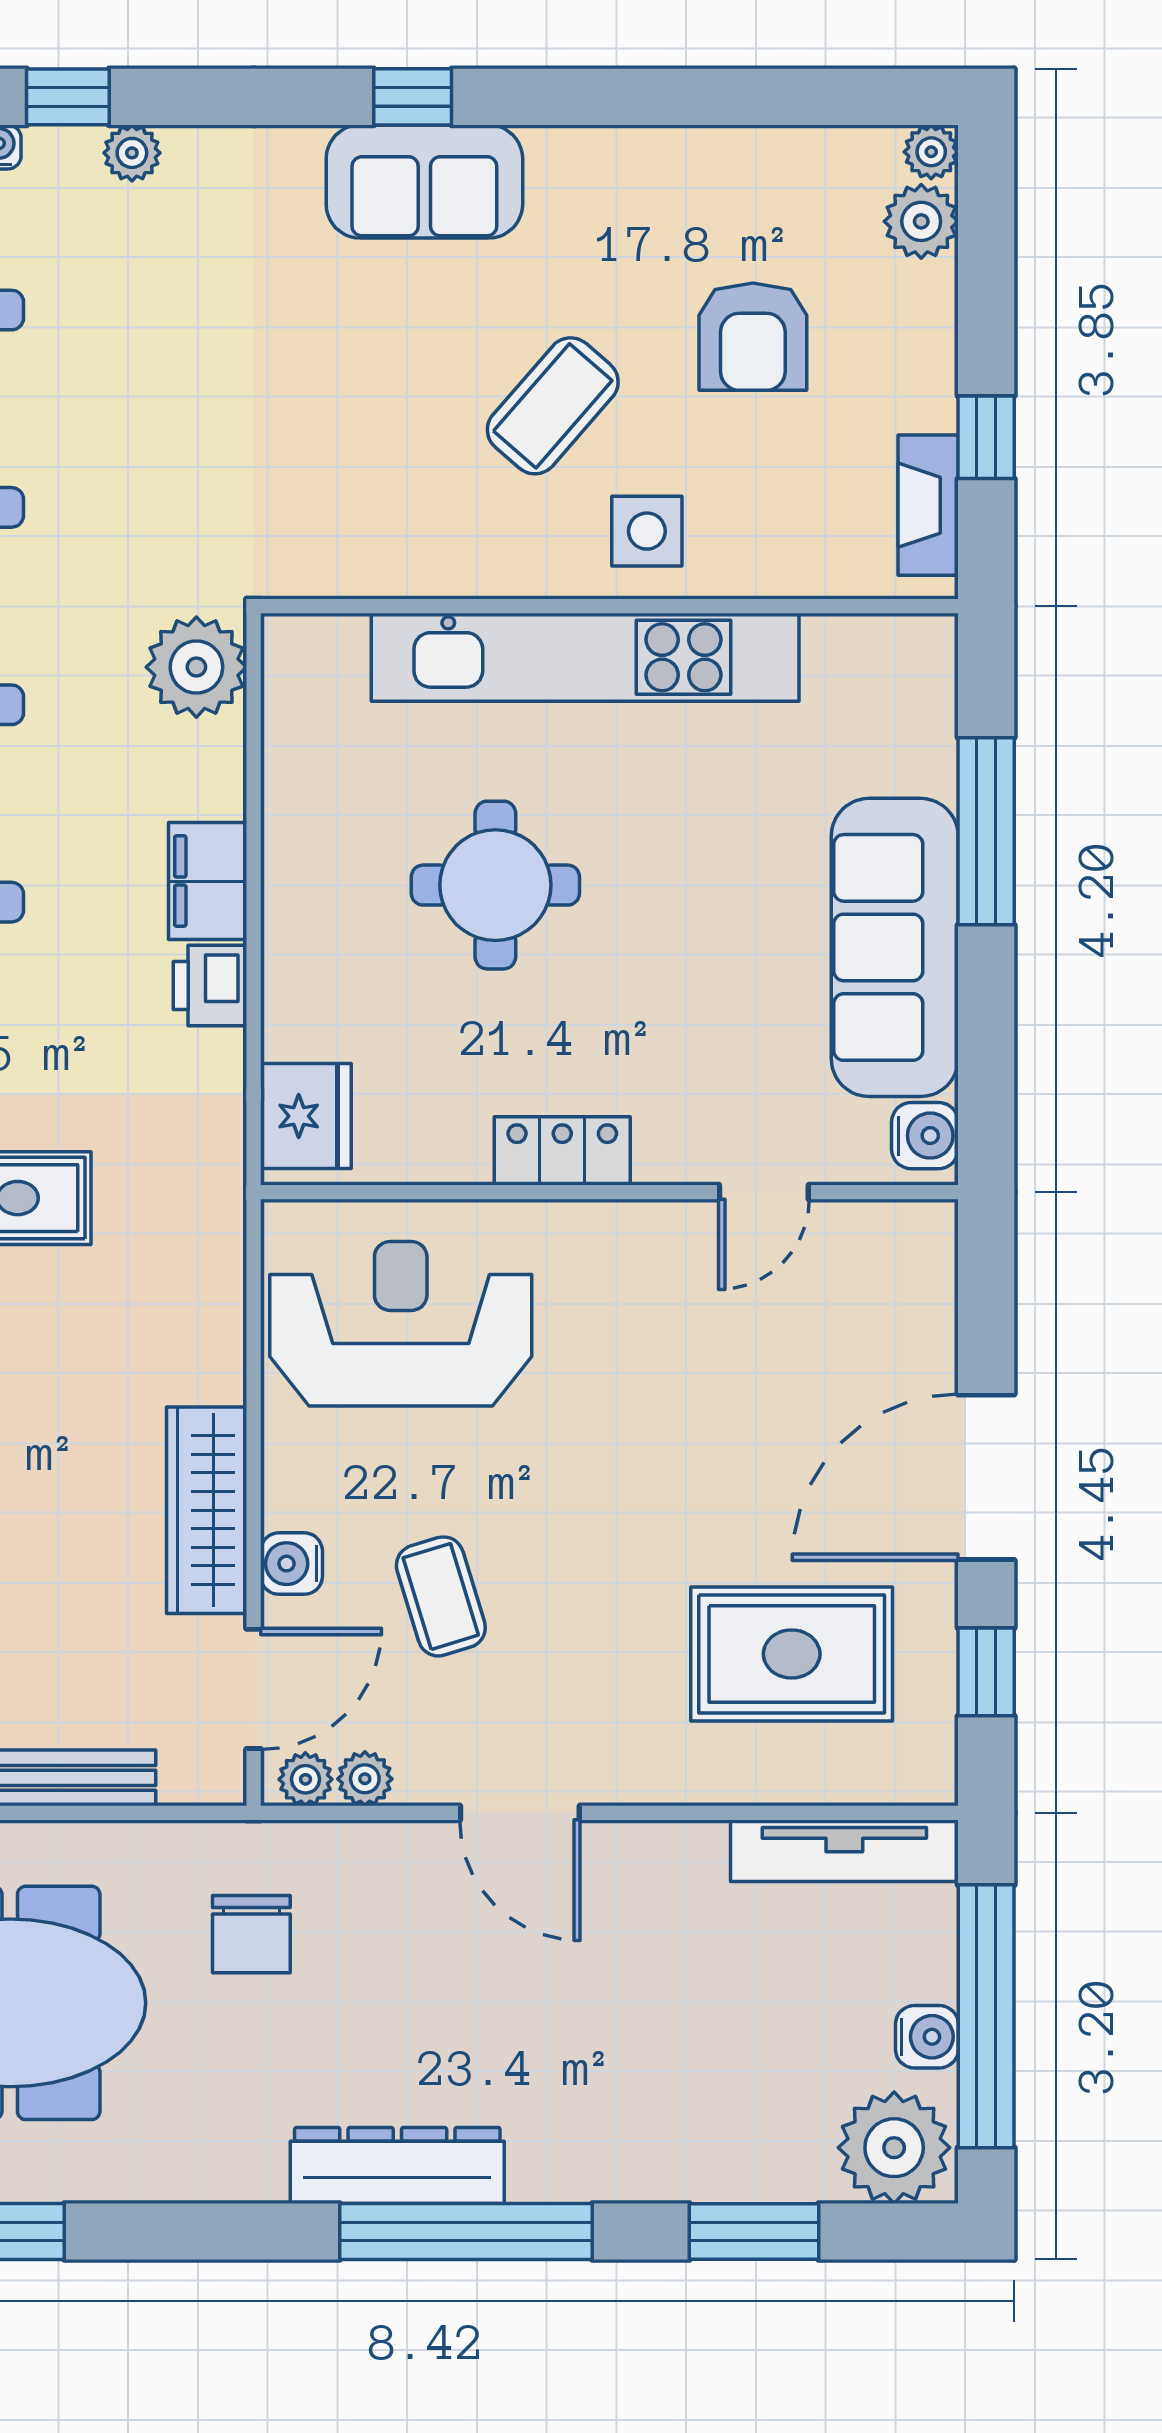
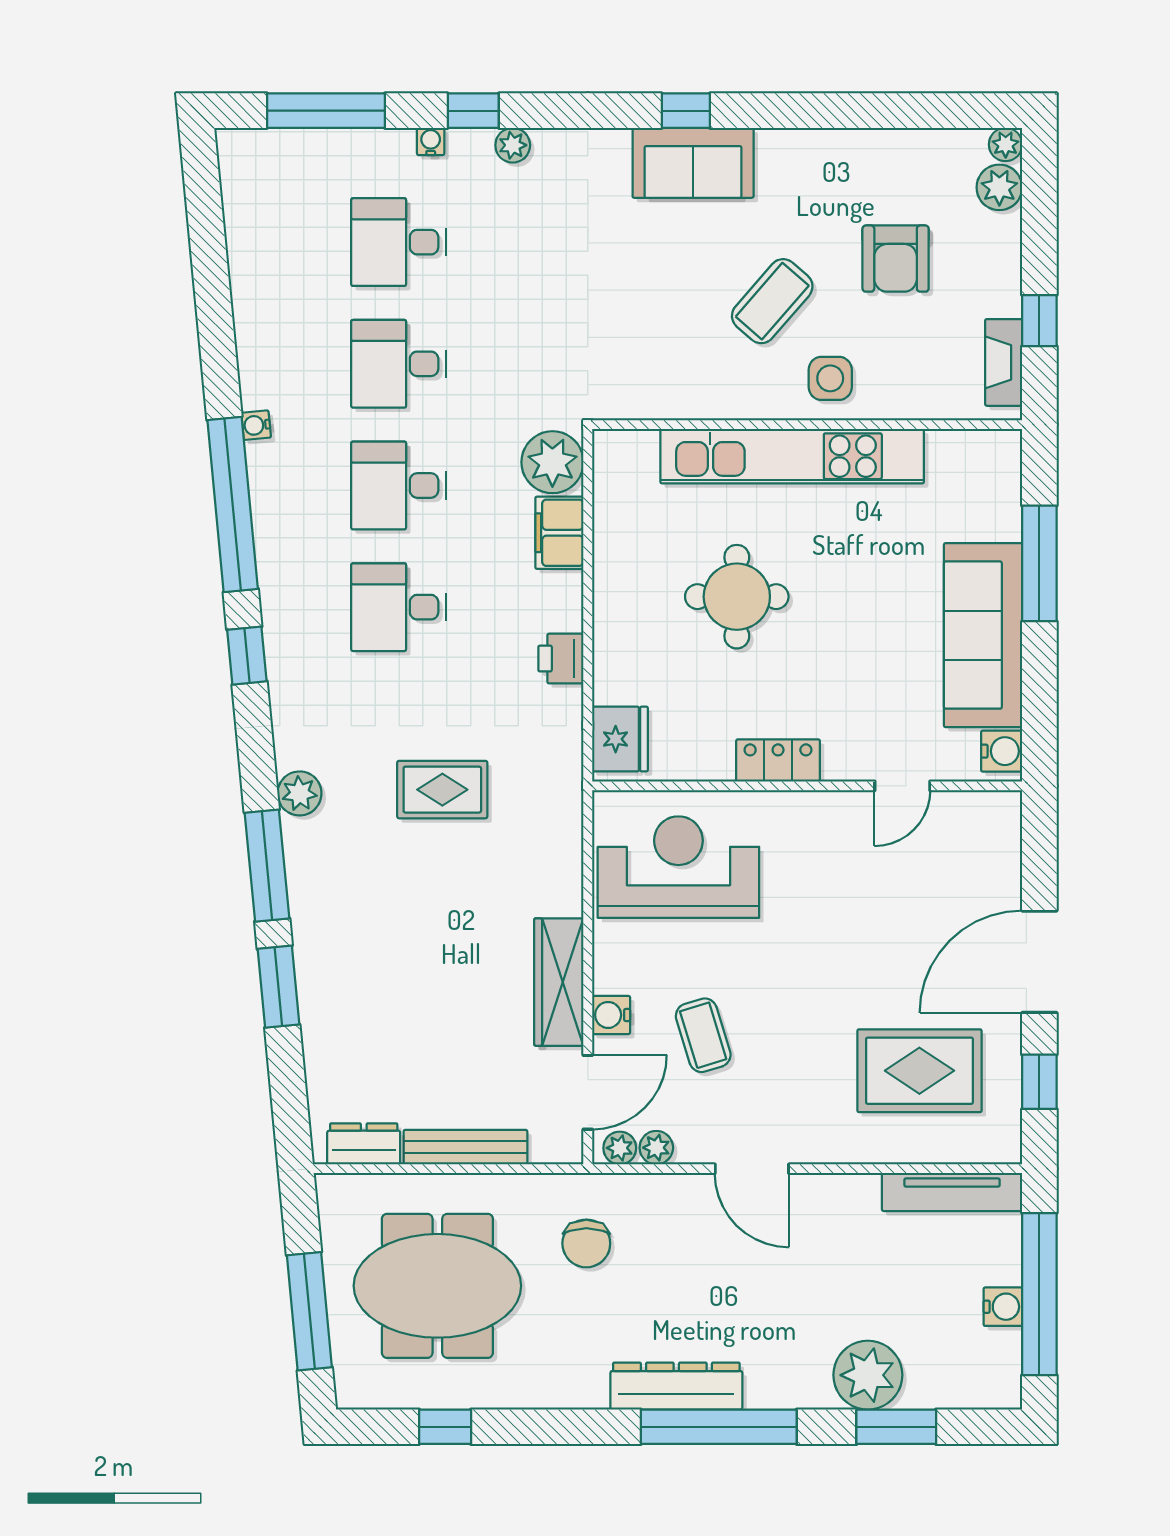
filing cabinet: (208, 881) -> (559, 533), moved
plant: (894, 2148) -> (868, 1375), moved

